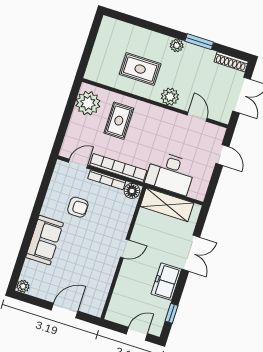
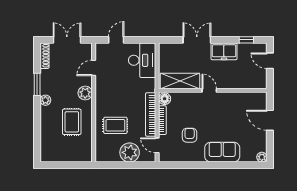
plant: (88, 103) -> (130, 152), moved
desk: (170, 173) -> (142, 60), moved
shelving: (167, 205) -> (180, 81), moved, turned 90

